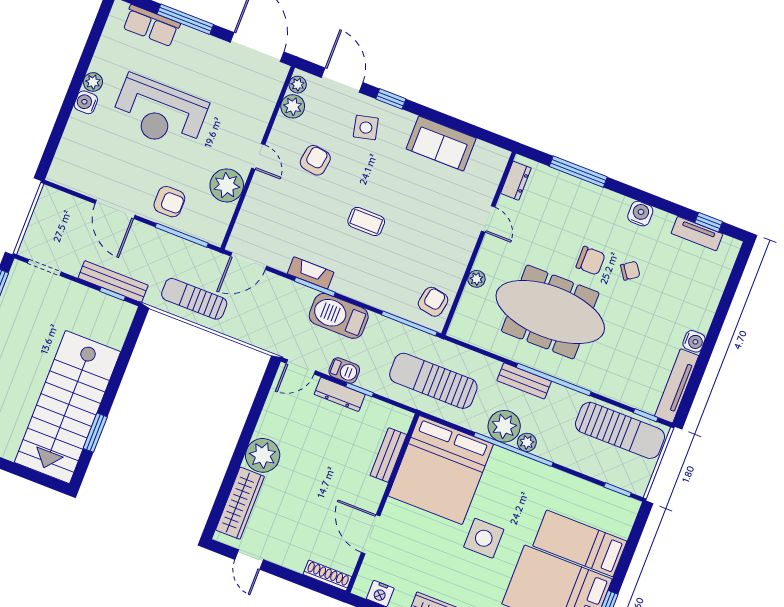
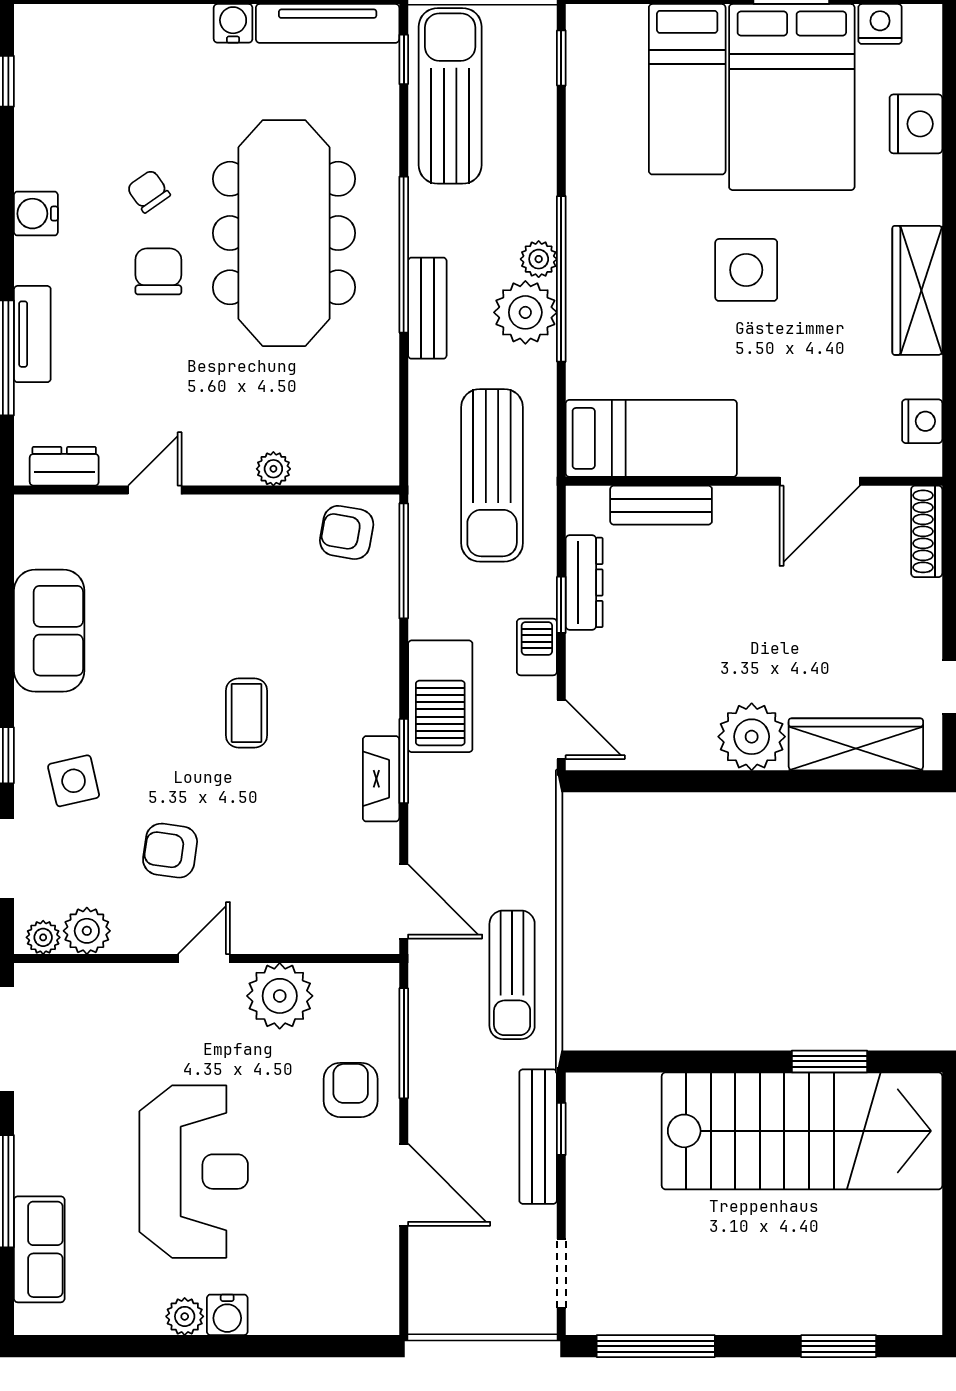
door: (115, 209) -> (404, 1185), hinge flipped
tv unit: (697, 234) -> (32, 334), moved
meeting table: (550, 312) -> (284, 233), moved
dresser: (340, 394) -> (584, 582), moved
bed: (441, 470) -> (651, 438), width x0.49

